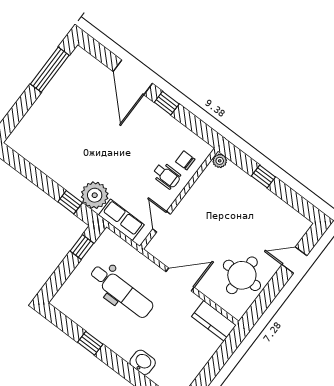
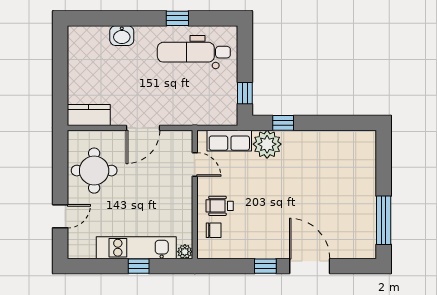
kitchen unit: (255, 192) -> (136, 248), added
dental chair: (121, 291) -> (194, 52), moved

